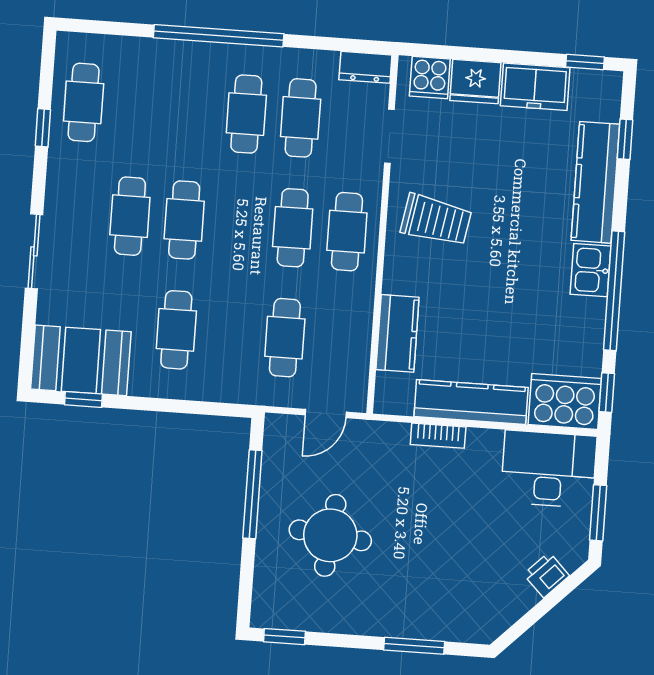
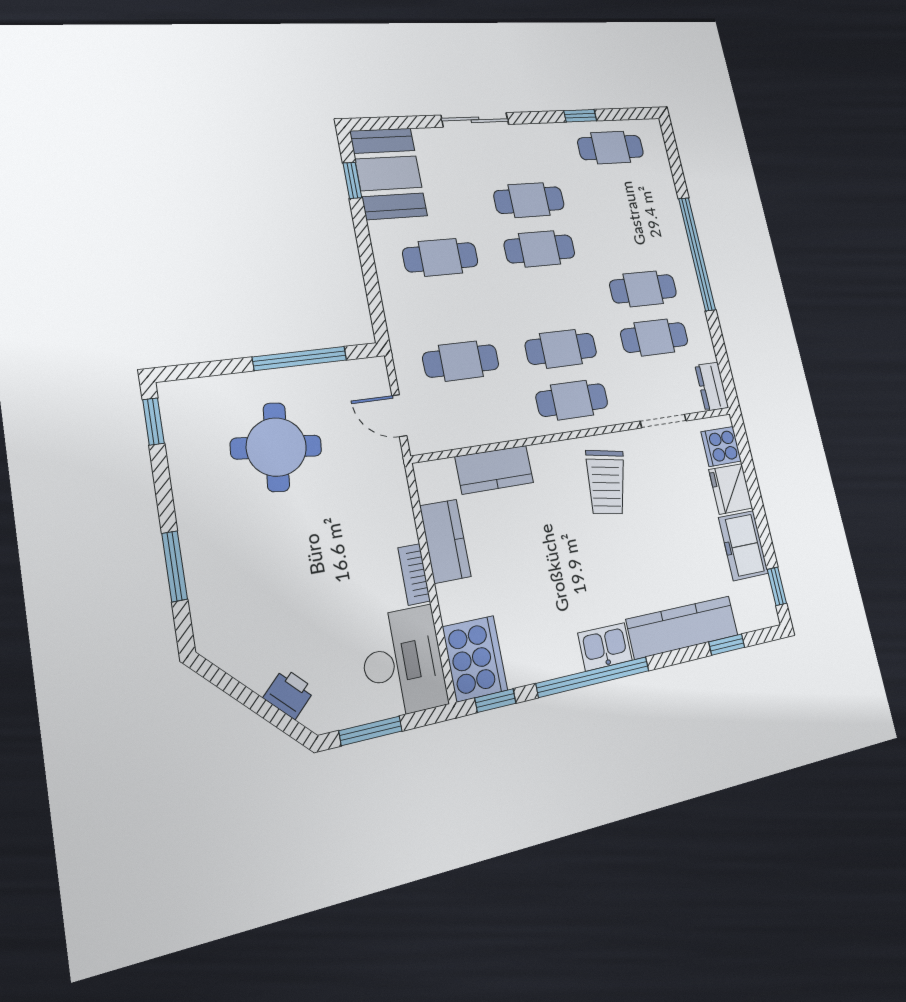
kitchen counter: (471, 402) -> (445, 541), width x0.67
bookcase: (438, 436) -> (414, 574), moved

